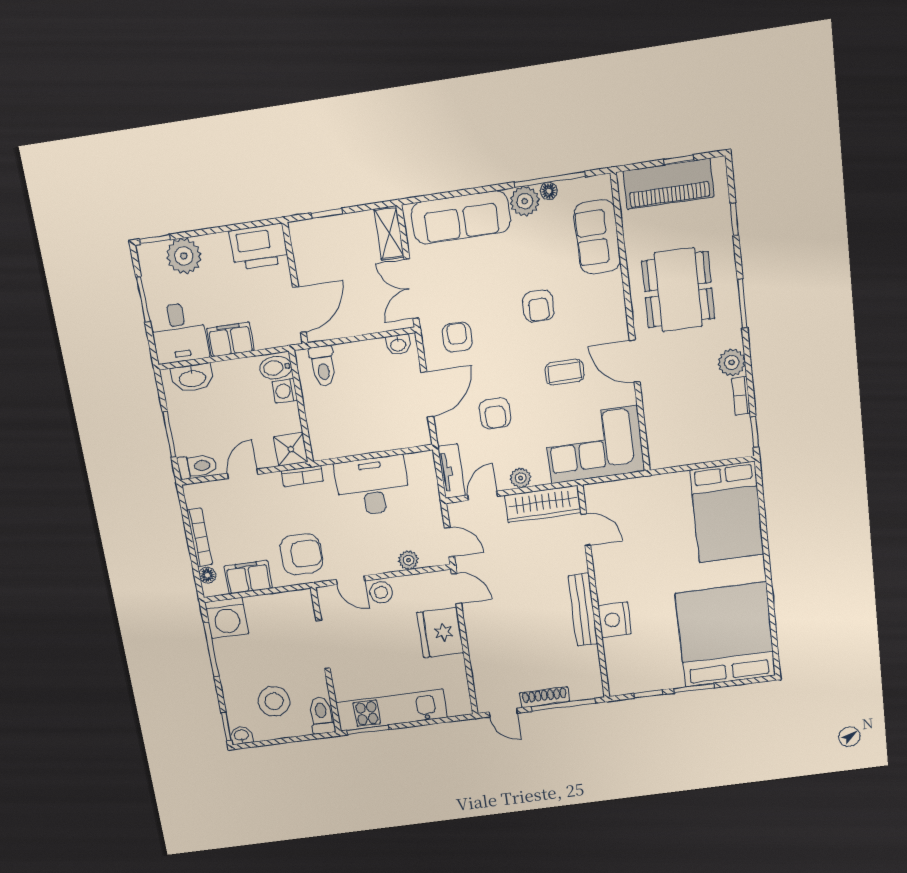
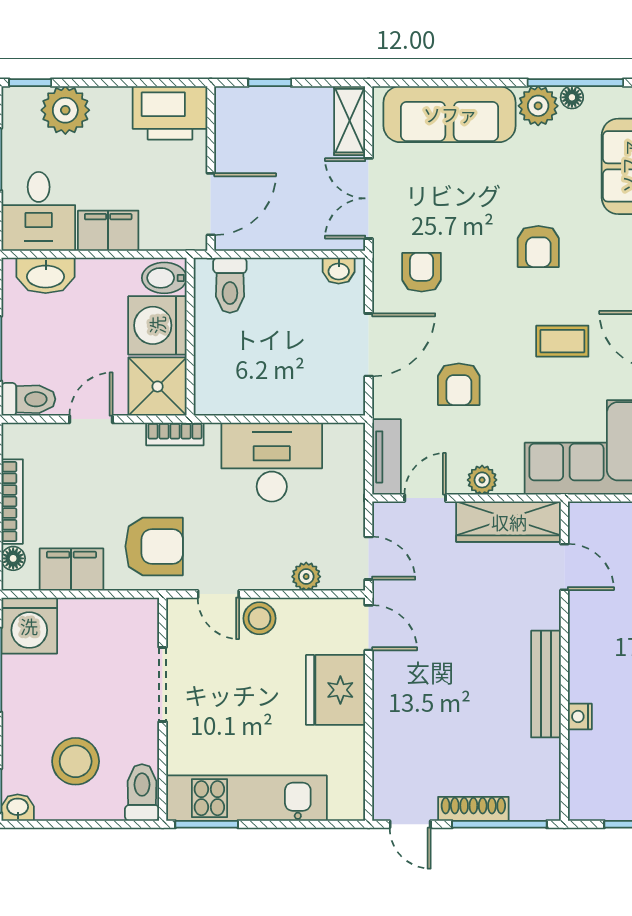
washing machine: (285, 391) -> (157, 325), width x1.89, depth x1.89
shower: (291, 449) -> (158, 387), width x1.36, depth x1.36
nightstand: (615, 620) -> (580, 716), width x0.53, depth x0.56

